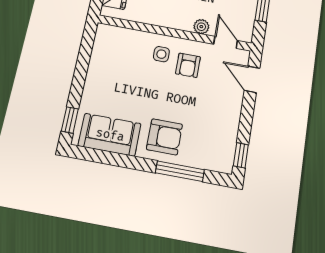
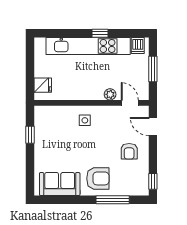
armchair: (188, 65) -> (129, 151), moved
window: (70, 120) -> (30, 135), moved

